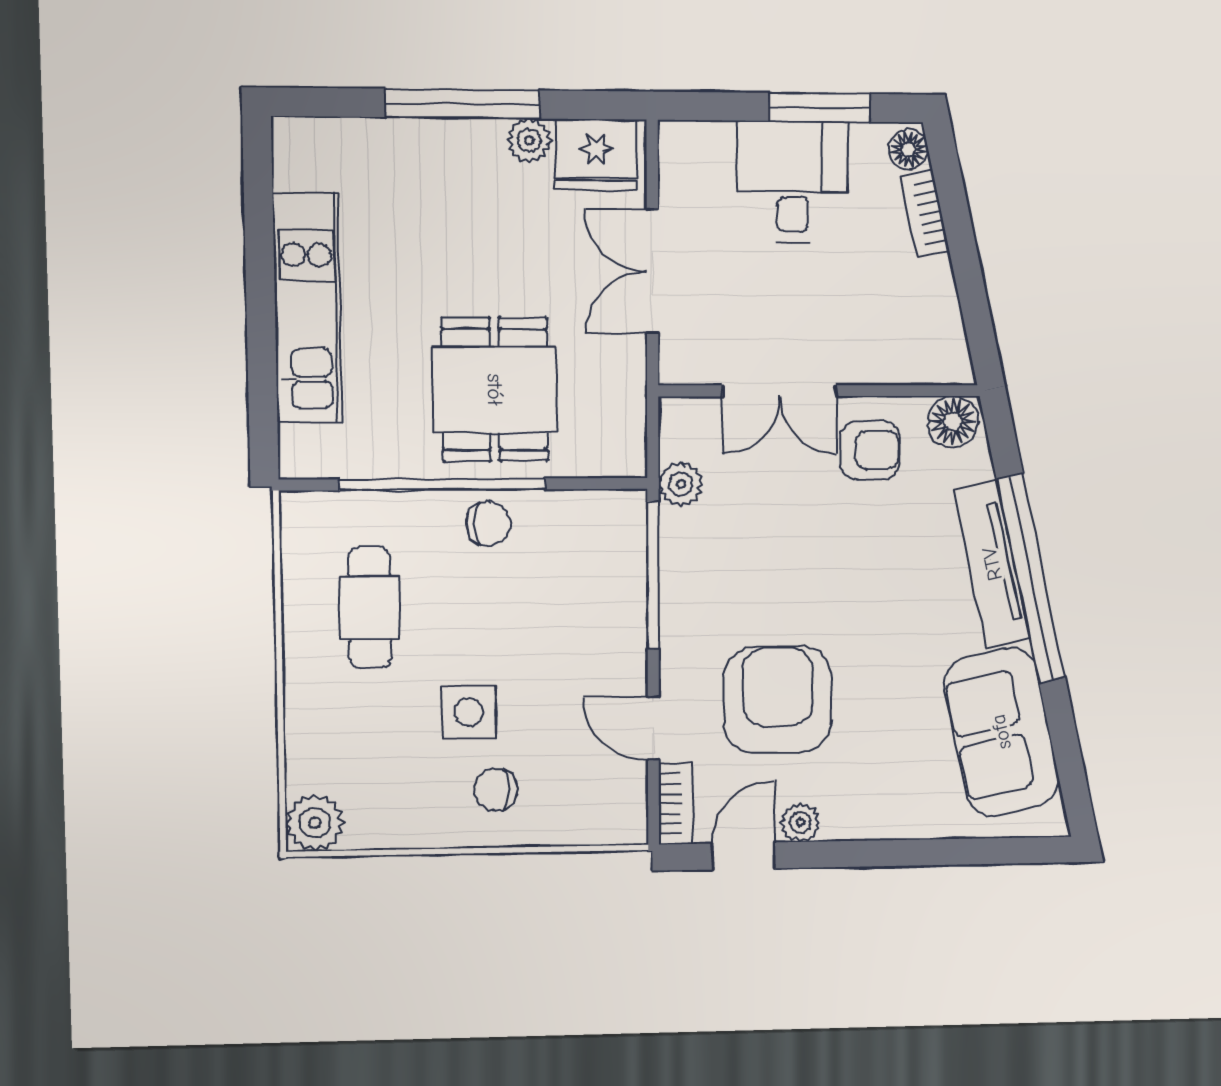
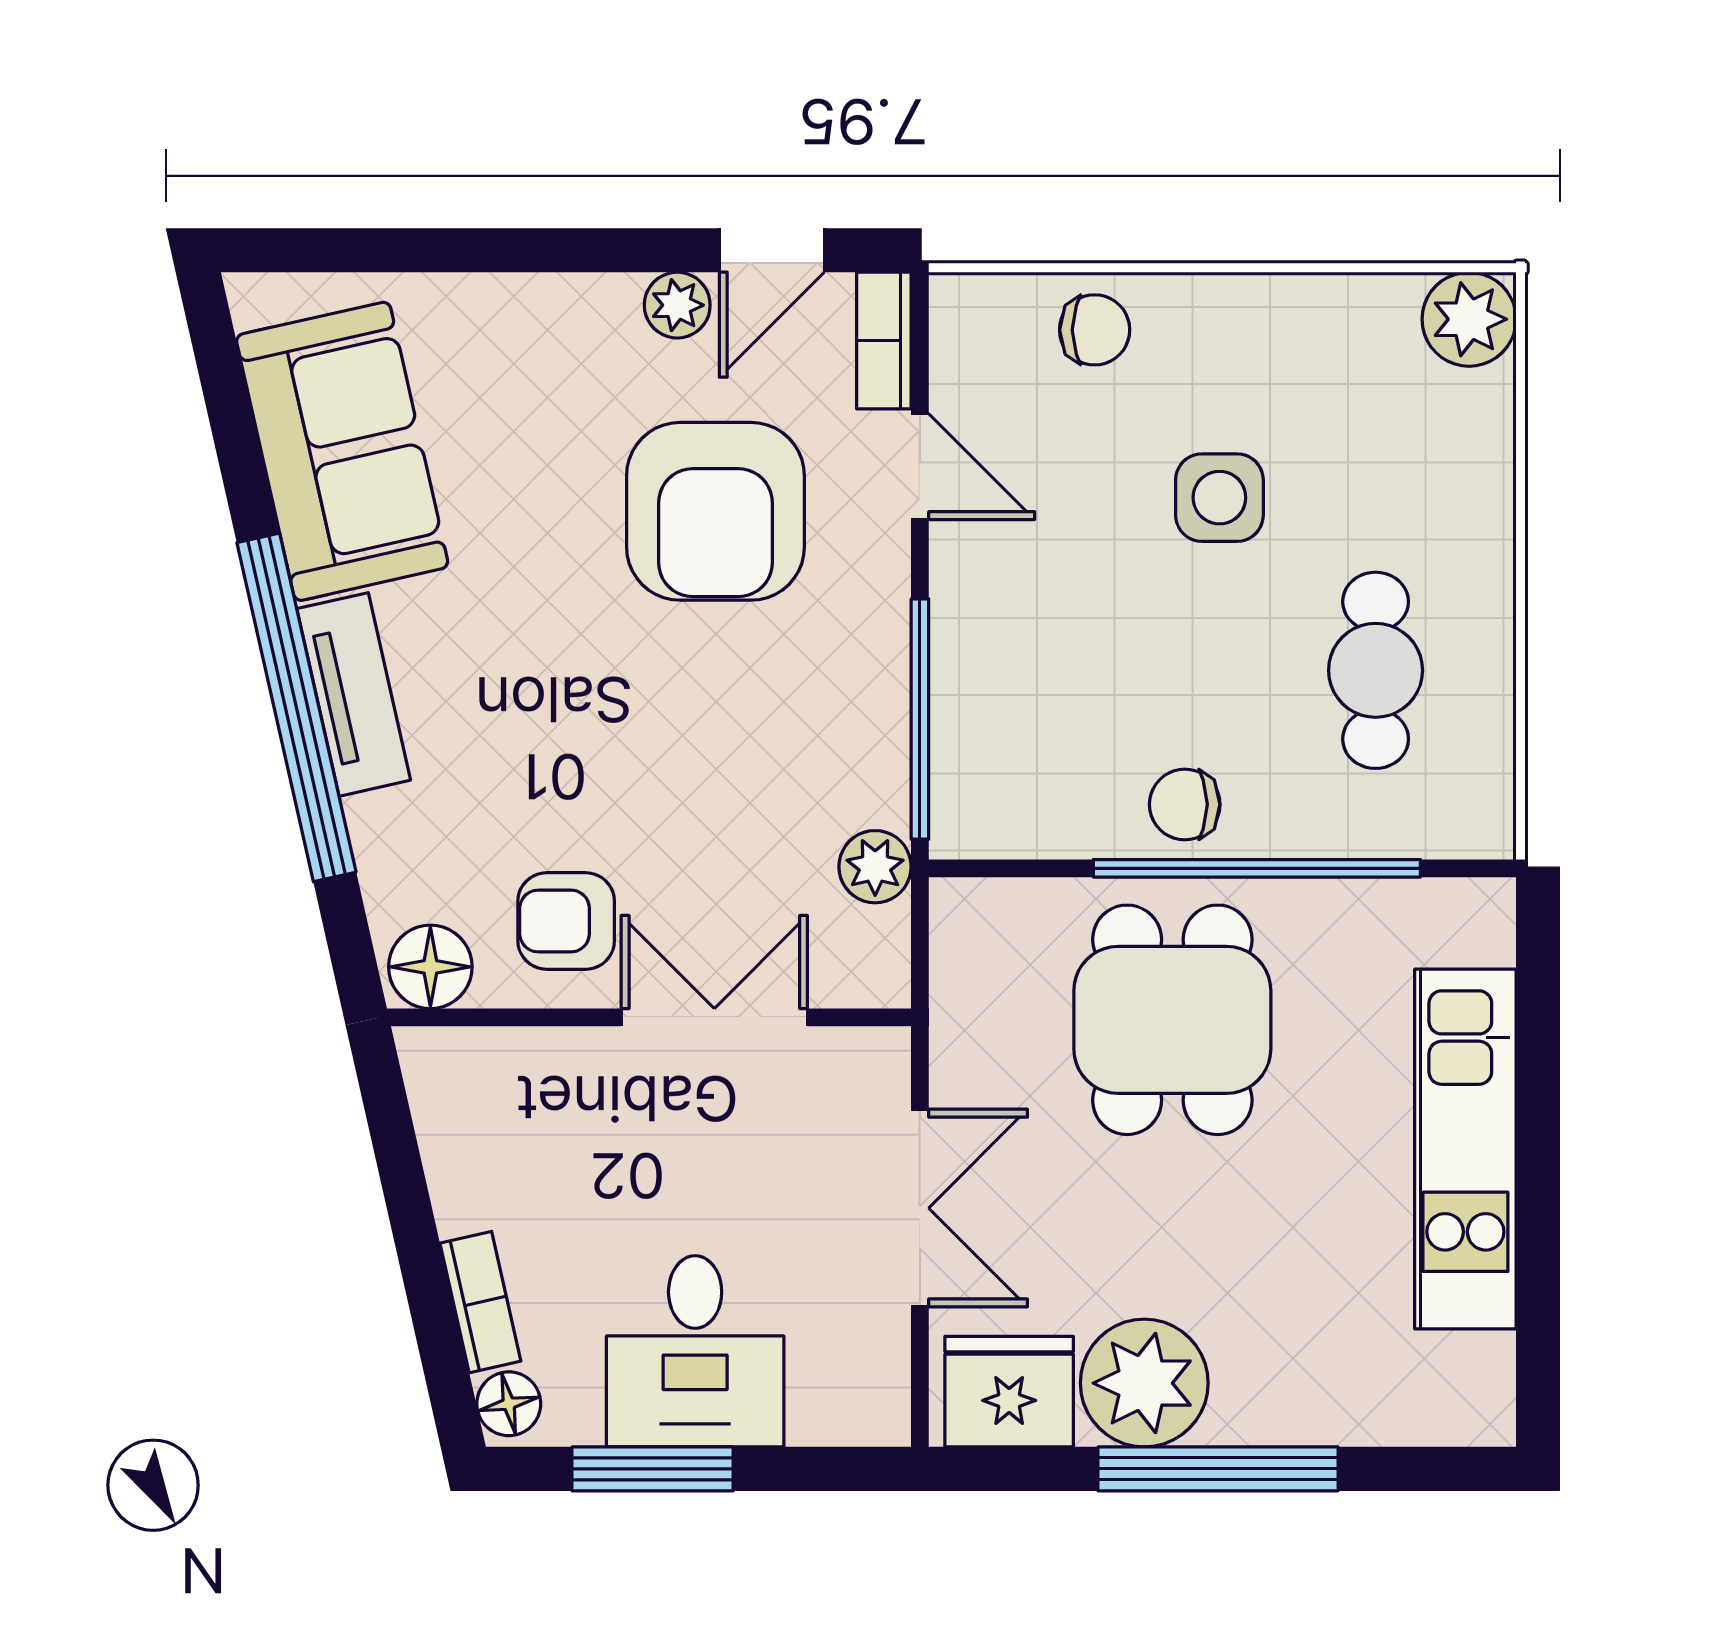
plant: (529, 140) -> (1144, 1383), width x1.88, depth x1.88
tv unit: (992, 564) -> (354, 694), width x0.71
chair: (495, 789) -> (1095, 330), moved

